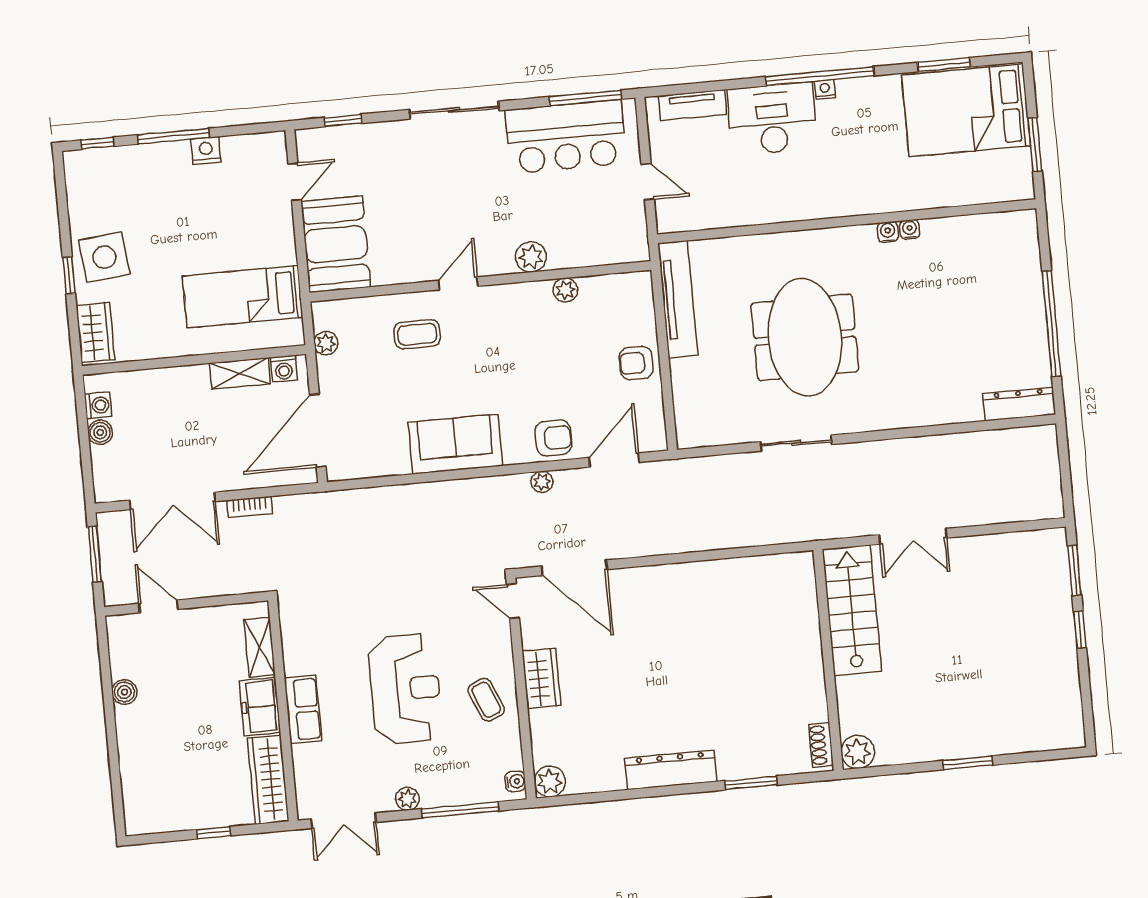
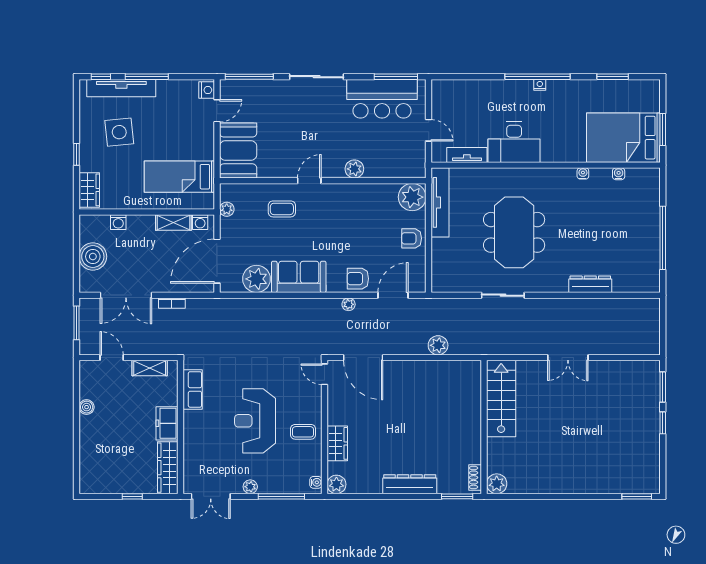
tv unit: (692, 105) -> (467, 155), moved, turned 180
bed: (966, 110) -> (623, 138), moved
desk: (772, 119) -> (514, 142), moved, turned 180
window: (343, 120) -> (249, 77), width x2.17
nightstand: (206, 150) -> (207, 90), moved, turned 90
tv unit: (133, 159) -> (121, 88), added
water cooler: (888, 232) -> (619, 174), moved
side table: (104, 257) -> (119, 132), moved
plant: (565, 290) -> (412, 197), moved, width x1.88, depth x1.88
dresser: (1019, 404) -> (590, 284), moved
washing machine: (98, 405) -> (118, 222), moved, turned 90
boiler: (100, 432) -> (93, 257), width x1.86, depth x1.86
armchair: (553, 438) -> (358, 279), turned 180
plant: (386, 454) -> (256, 279), added
plant: (696, 536) -> (438, 345), added
stairs: (852, 610) -> (501, 398), moved
shelving: (260, 647) -> (150, 368), moved, turned 90
wall: (828, 660) -> (484, 427), moved
wardrobe: (541, 678) -> (337, 443), moved
reception desk: (405, 689) -> (255, 421), turned 180
coffee table: (486, 700) -> (303, 432), turned -67
row of seats: (303, 709) -> (193, 389), moved
shoe rack: (821, 745) -> (475, 477), moved
plant: (858, 752) -> (497, 484), moved
window: (968, 763) -> (637, 496), moved

